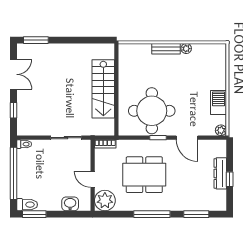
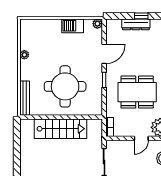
bench: (166, 49) -> (25, 98), moved, width x1.36
round table: (152, 111) -> (65, 86), moved
dining table: (144, 175) -> (137, 92), turned 90

